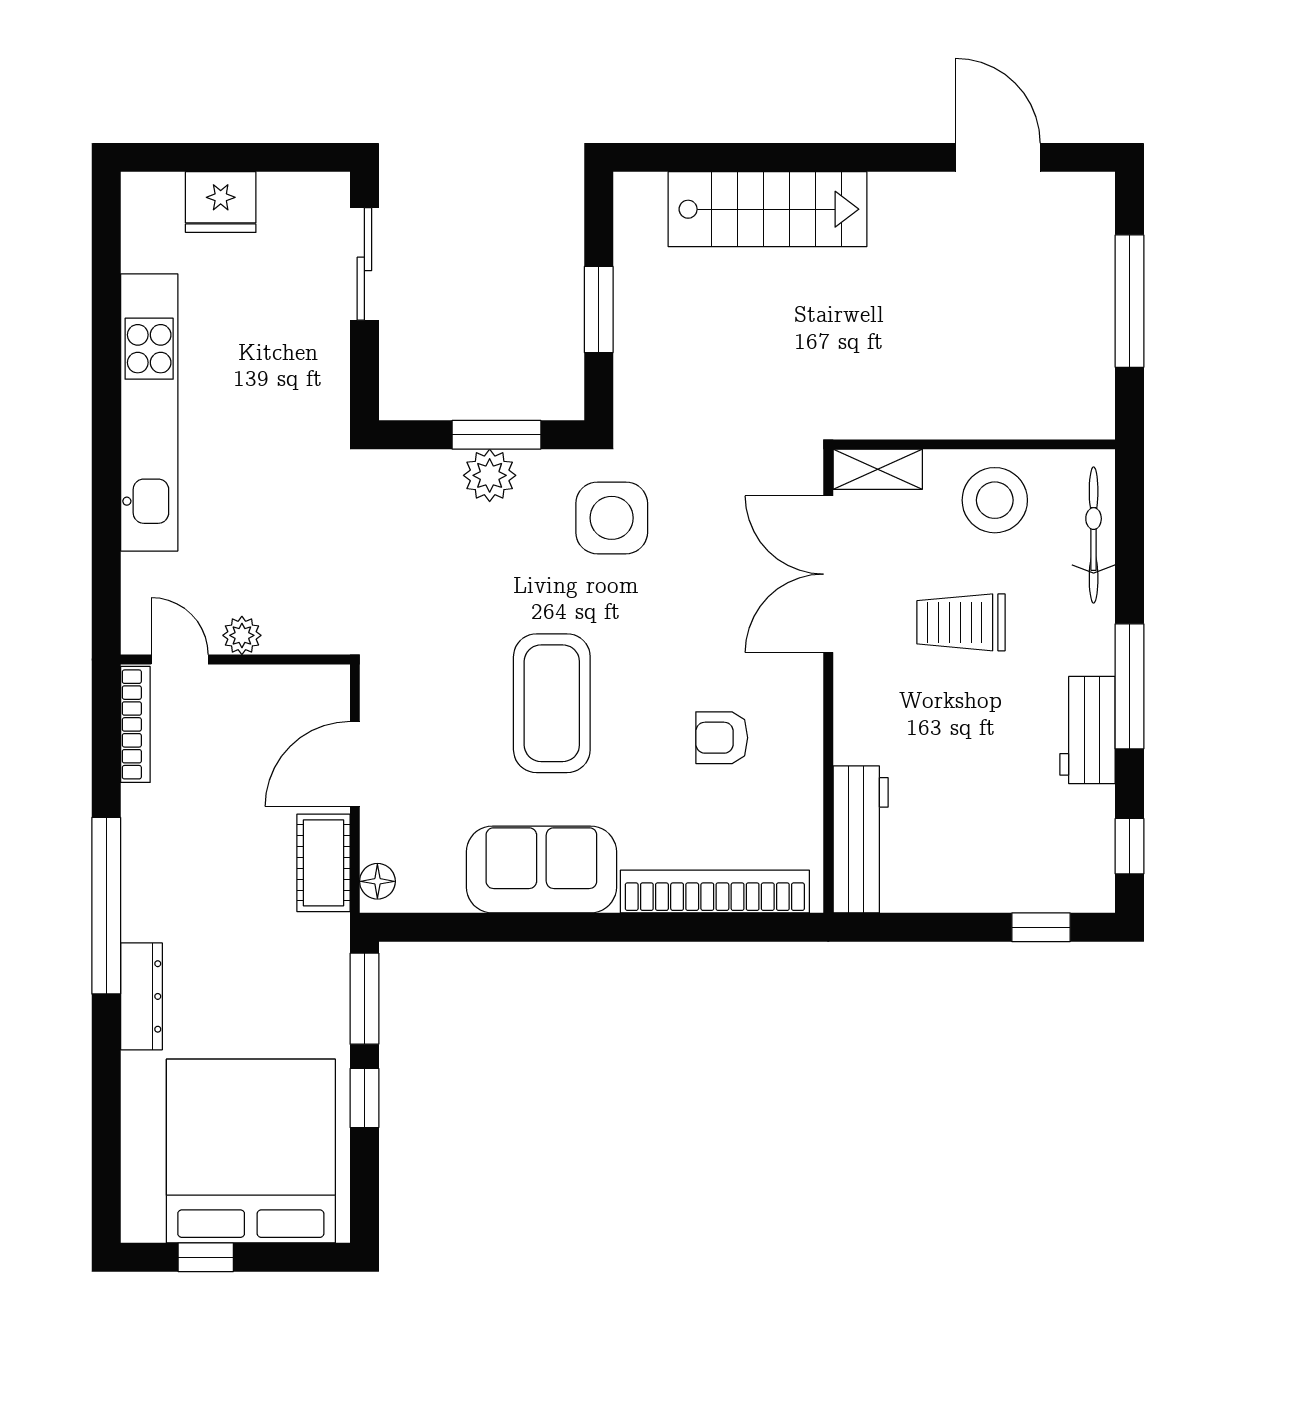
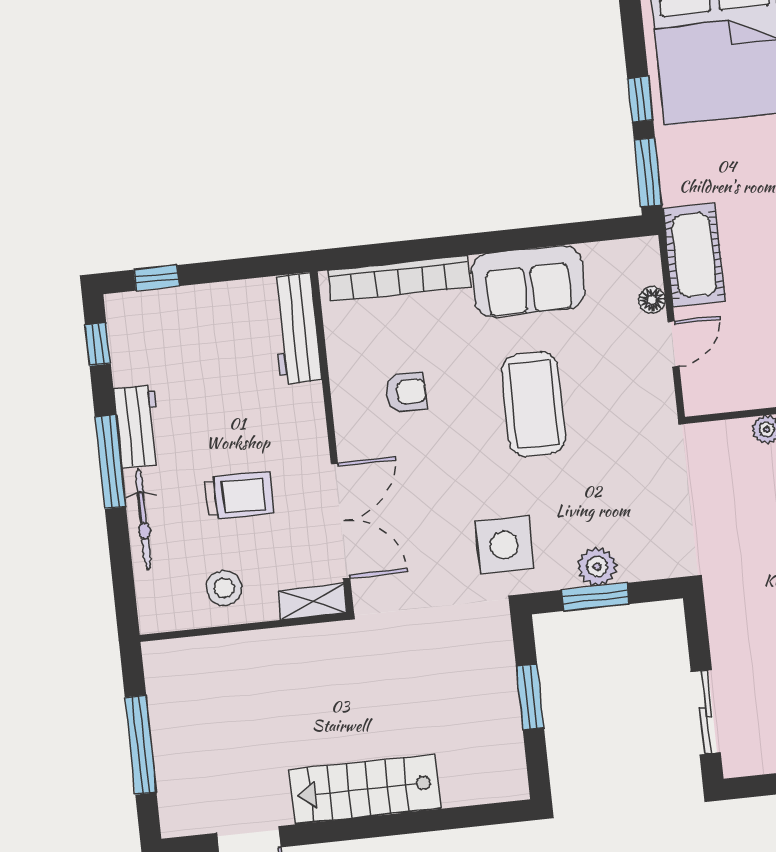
stairs: (768, 209) -> (365, 789), moved
stool: (995, 500) -> (224, 588), width x0.73, depth x0.73
bicycle: (1094, 535) -> (143, 519), moved
door: (355, 764) -> (673, 344), width x0.73
cot: (324, 863) -> (694, 255), width x1.37, depth x1.34
floor lamp: (377, 881) -> (652, 300), moved

